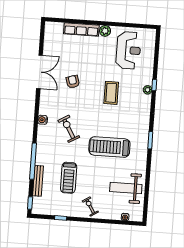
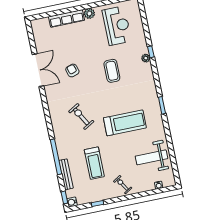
water cooler: (43, 120) -> (72, 202), moved
treadmill: (109, 147) -> (125, 123), turned 180

